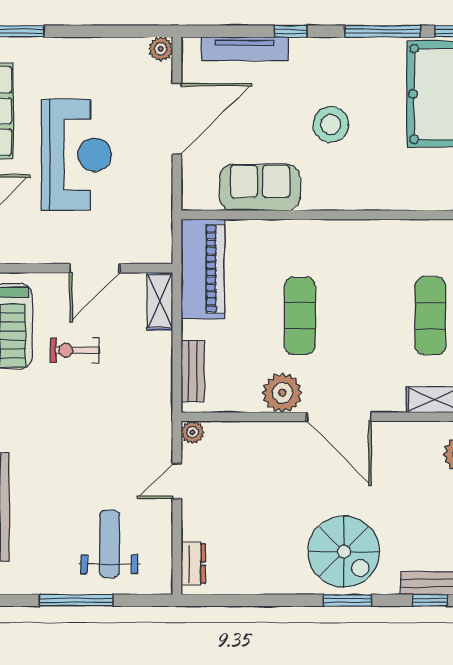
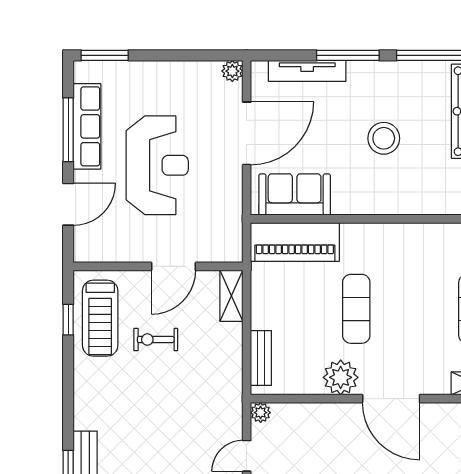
window: (291, 31) -> (348, 55), width x2.17
sofa: (260, 187) -> (295, 194), moved
piano: (203, 269) -> (295, 242), moved, turned 90

